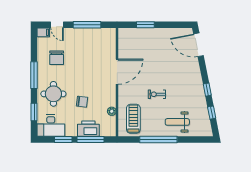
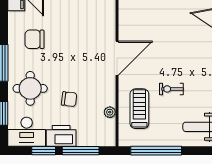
chair: (57, 58) -> (35, 39), turned 90
treadmill: (133, 119) -> (139, 109), moved
printer: (88, 129) -> (61, 136), moved
window: (158, 139) -> (156, 151), moved

